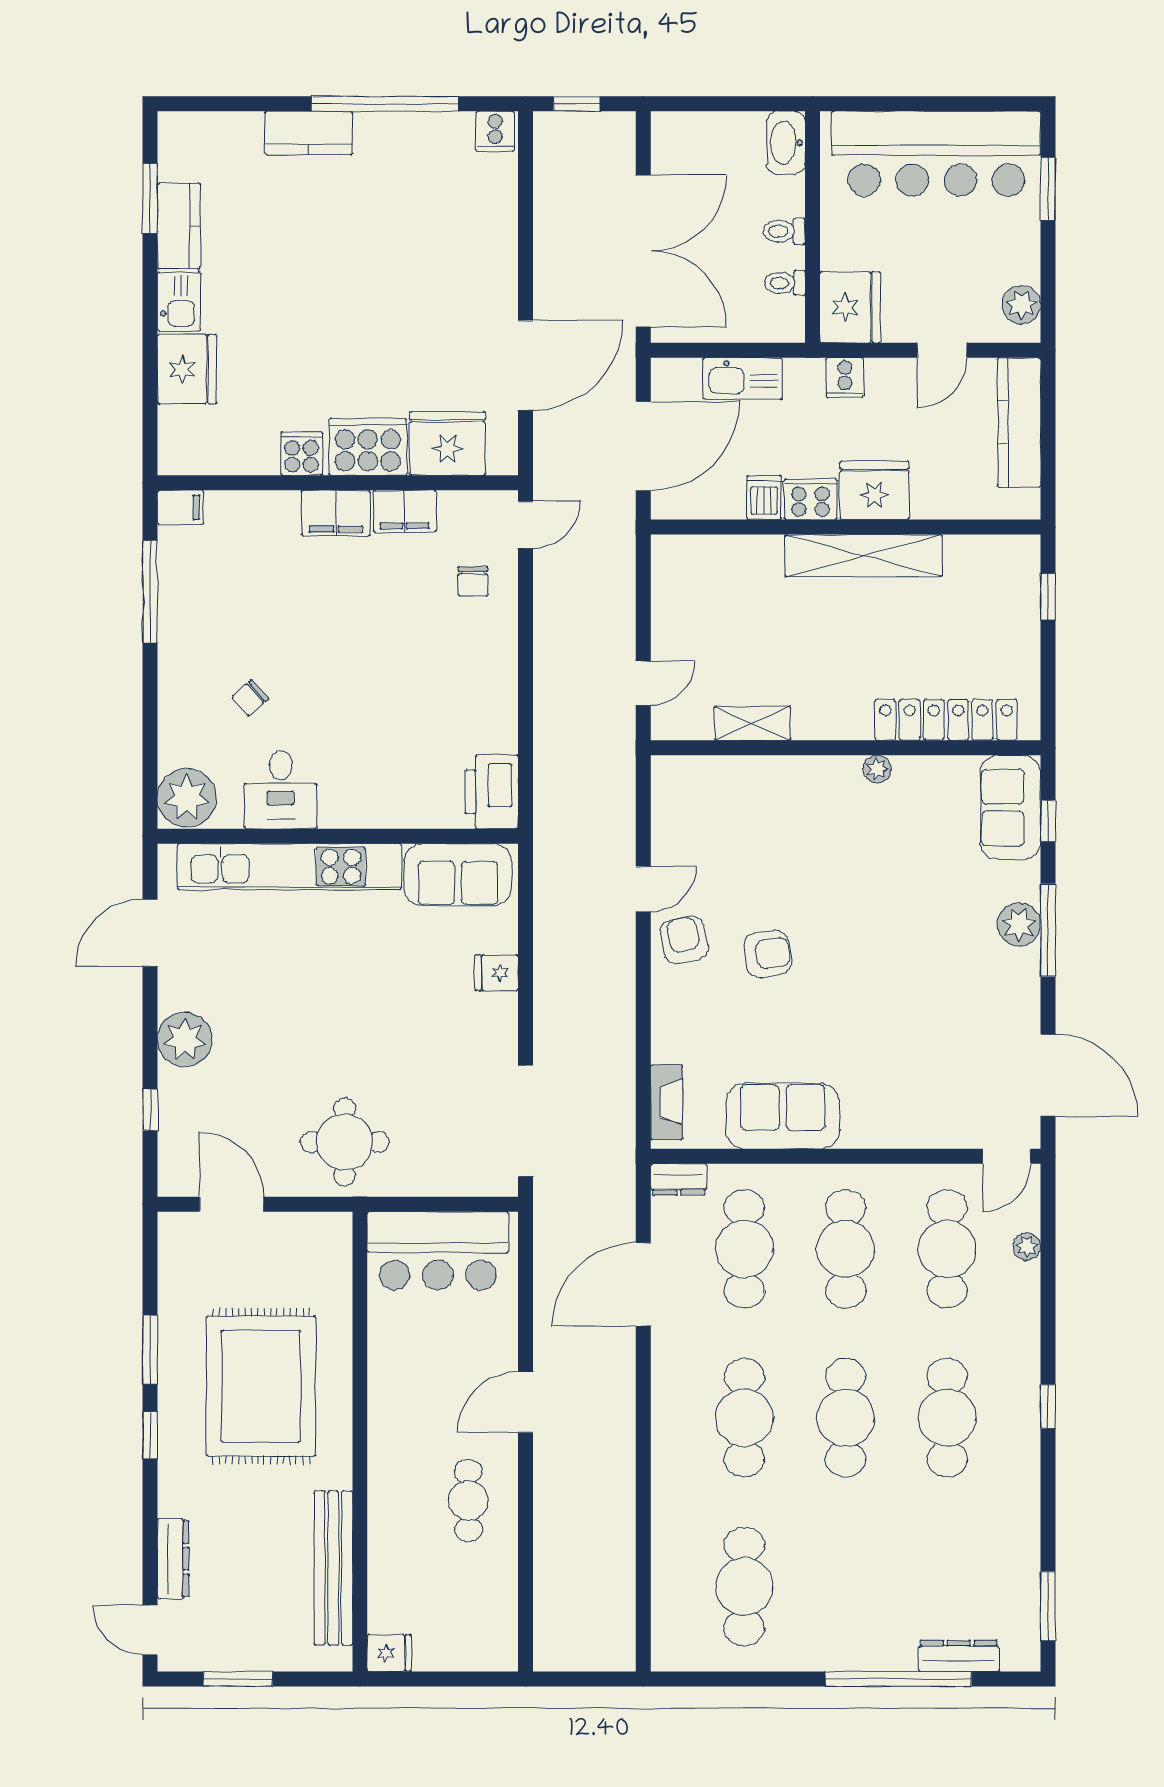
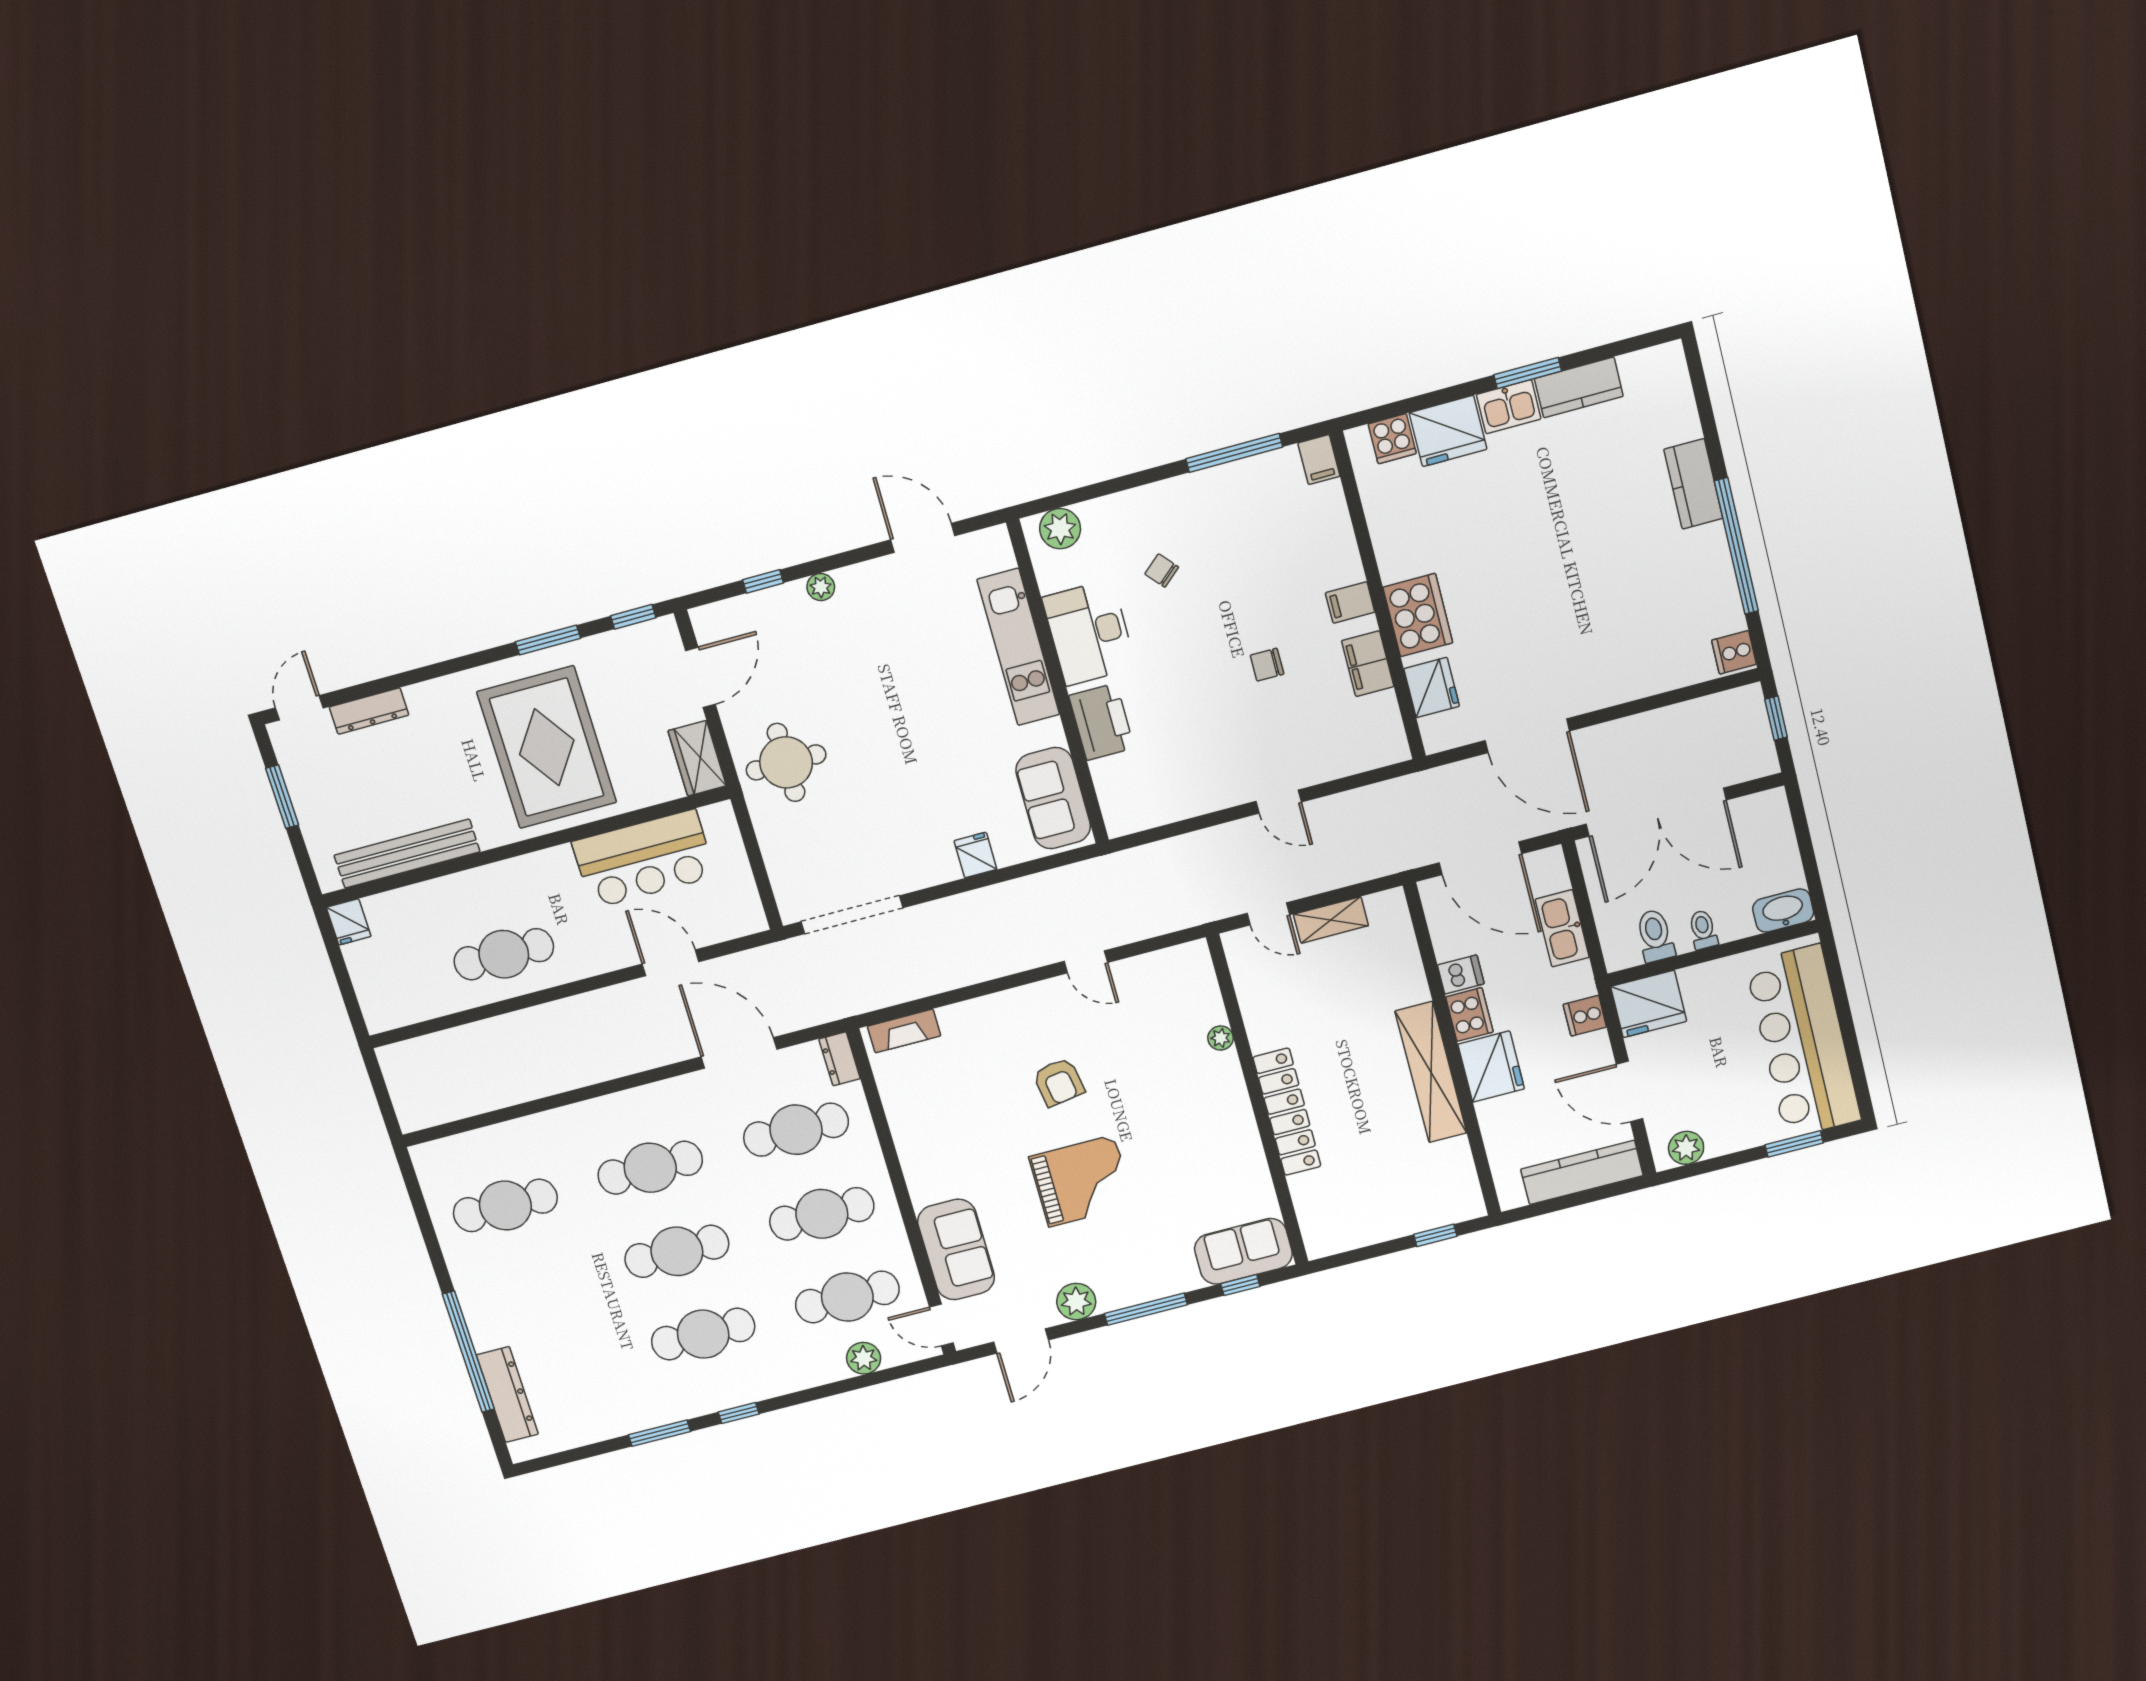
window: (150, 198) -> (1528, 373), moved
toilet: (785, 283) -> (1655, 936), width x1.37, depth x1.39
door: (942, 350) -> (1629, 1092), width x1.38
fridge: (448, 443) -> (1432, 687), width x0.73, depth x0.75
cooker: (301, 454) -> (1392, 439), moved, turned 90
filing cabinet: (336, 513) -> (1350, 602), width x0.50
door: (525, 525) -> (1279, 802), moved
chair: (473, 581) -> (1267, 665), moved
locker: (946, 720) -> (1287, 1112), moved
shelving: (753, 723) -> (1331, 920), moved, turned 90
plant: (877, 769) -> (1221, 1038), moved
desk: (281, 790) -> (1089, 633), width x1.37
printer: (492, 792) -> (1102, 722), moved, turned 90
plant: (187, 798) -> (1060, 529), width x0.73, depth x0.73
kitchen unit: (289, 867) -> (1018, 647), width x0.73
plant: (1019, 924) -> (1076, 1302), moved
armchair: (684, 940) -> (1051, 1009), removed
grand piano: (884, 960) -> (1082, 1181), added
plant: (185, 1040) -> (821, 587), width x0.53, depth x0.53
door: (1048, 1075) -> (1021, 1341), width x0.73
sofa: (783, 1116) -> (956, 1250), moved
wardrobe: (315, 1233) -> (697, 758), added
plant: (1027, 1246) -> (864, 1358), width x1.38, depth x1.38
bar counter: (438, 1251) -> (644, 859), moved, turned -90
rug: (261, 1386) -> (547, 747), turned 90
door: (525, 1402) -> (671, 963), moved
window: (150, 1435) -> (633, 617), moved
cafe table: (468, 1501) -> (504, 954), width x1.37, depth x1.35
window: (1048, 1606) -> (660, 1433), moved
dresser: (959, 1656) -> (507, 1395), width x1.37, depth x1.24

